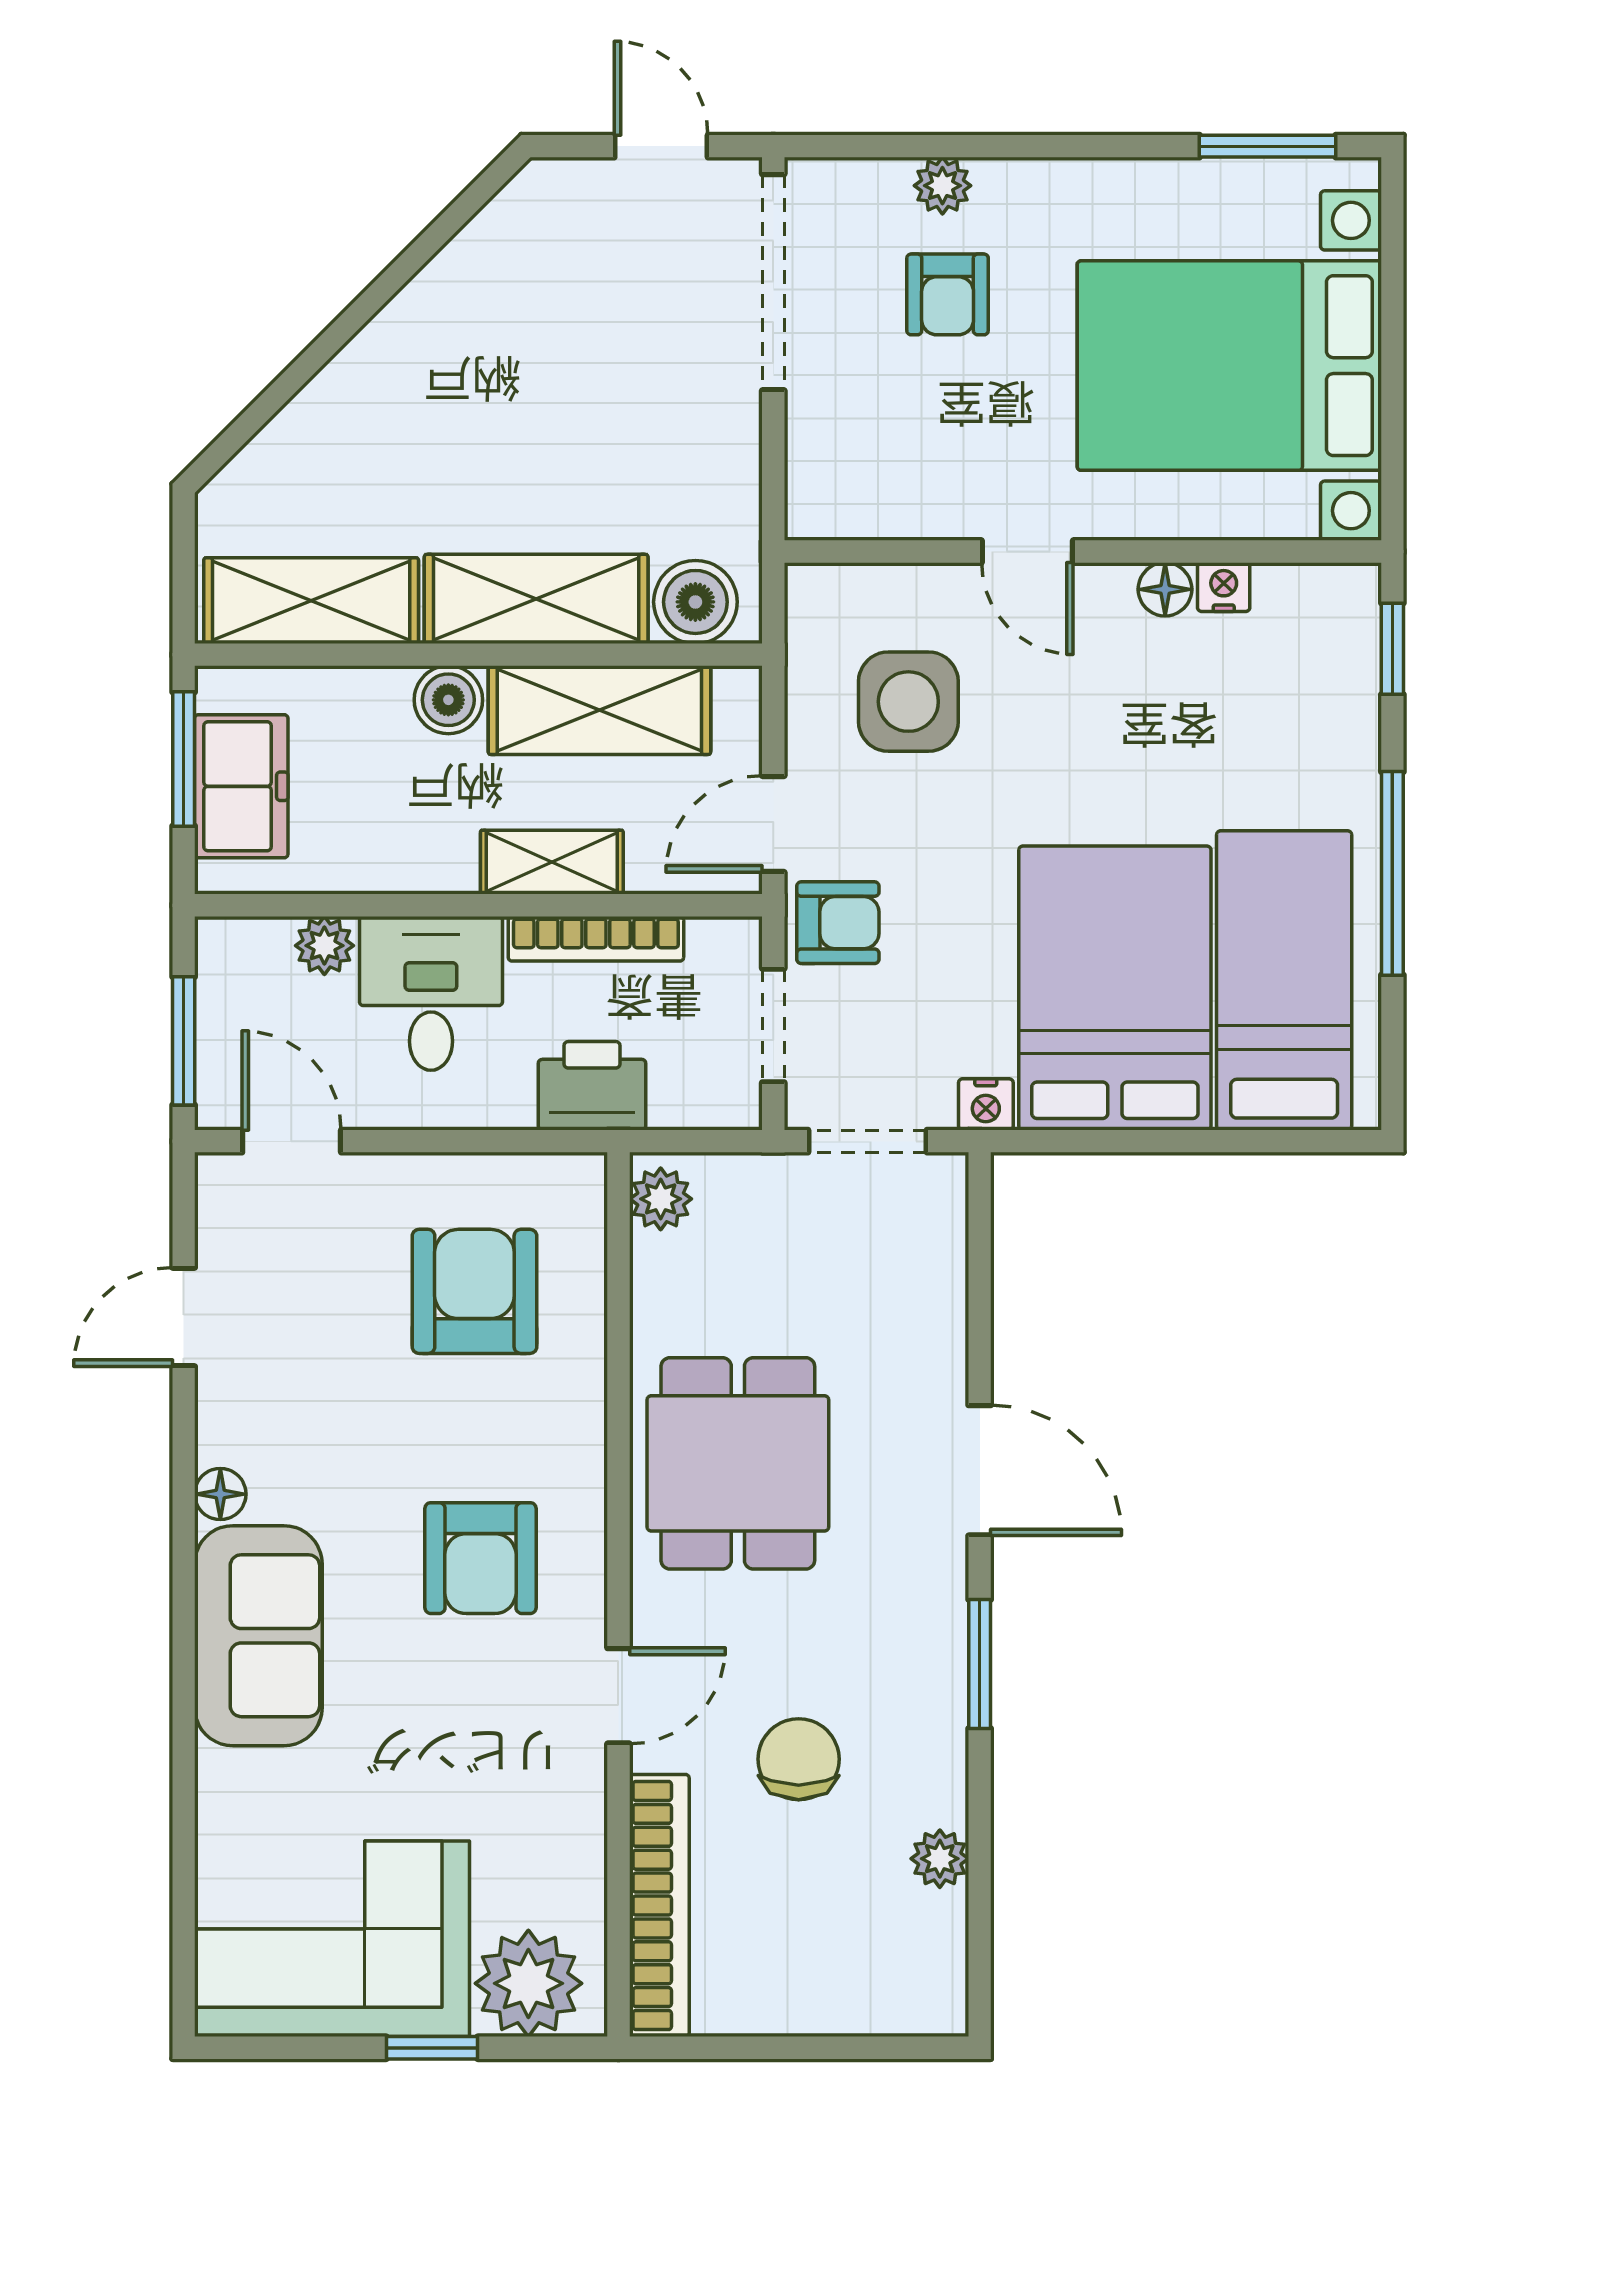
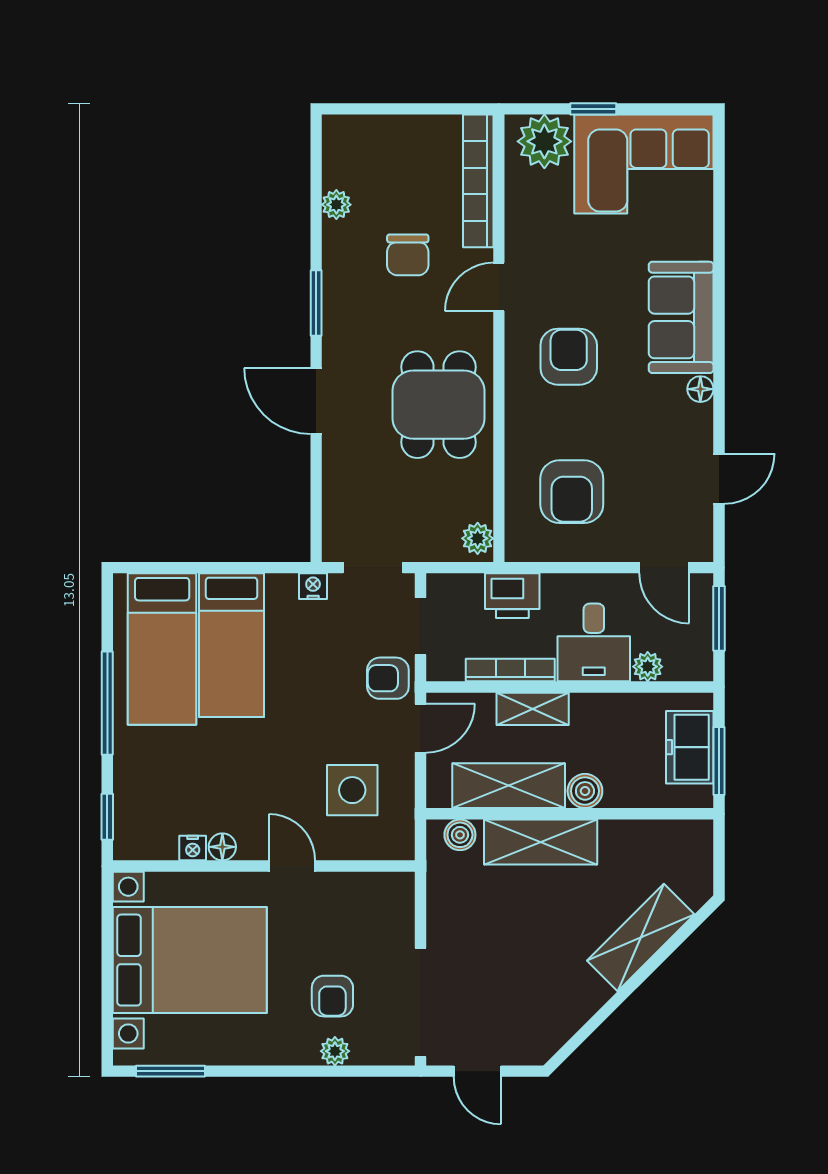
armchair: (948, 294) -> (332, 996), turned 180
shelving: (311, 601) -> (641, 938), moved, turned -45
boiler: (695, 602) -> (460, 835), width x0.73, depth x0.73
bed: (1115, 988) -> (232, 645), width x0.67

